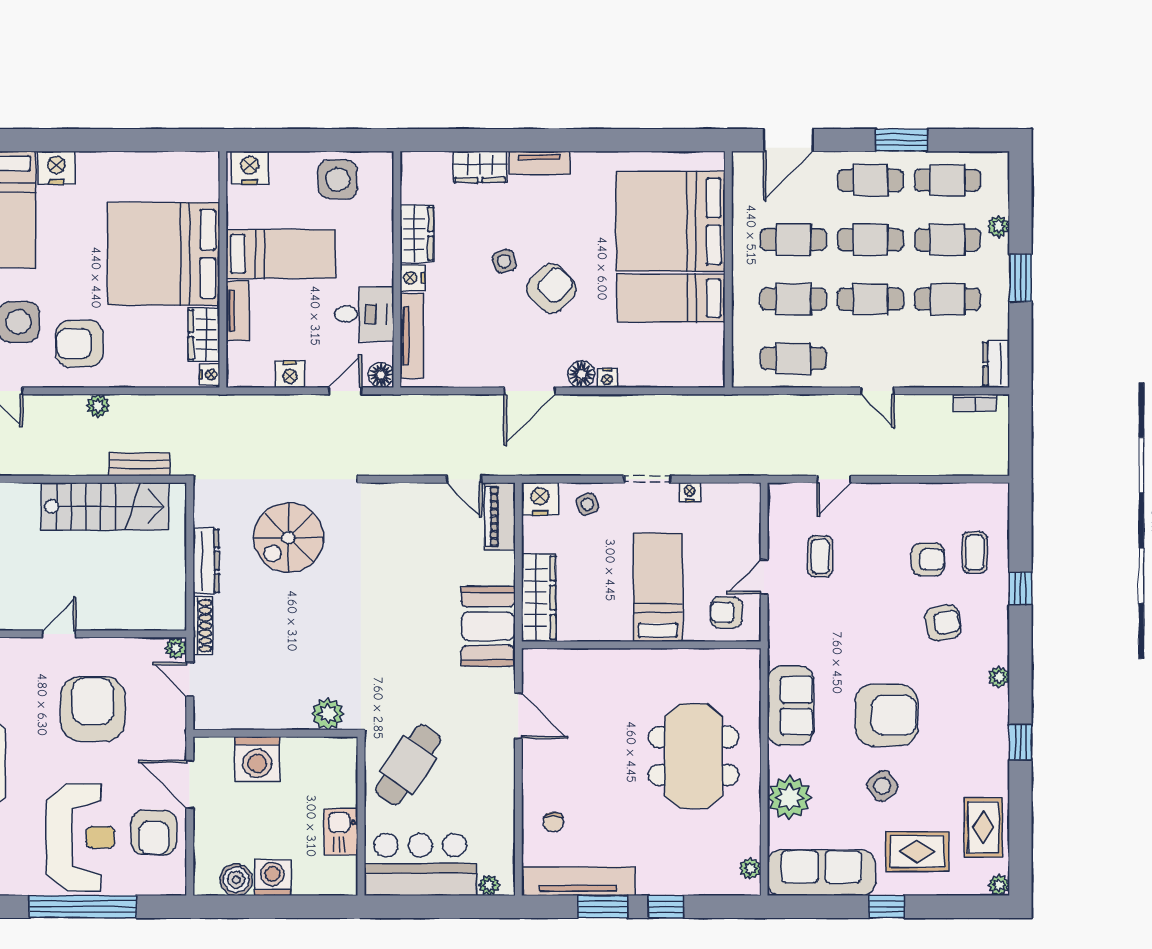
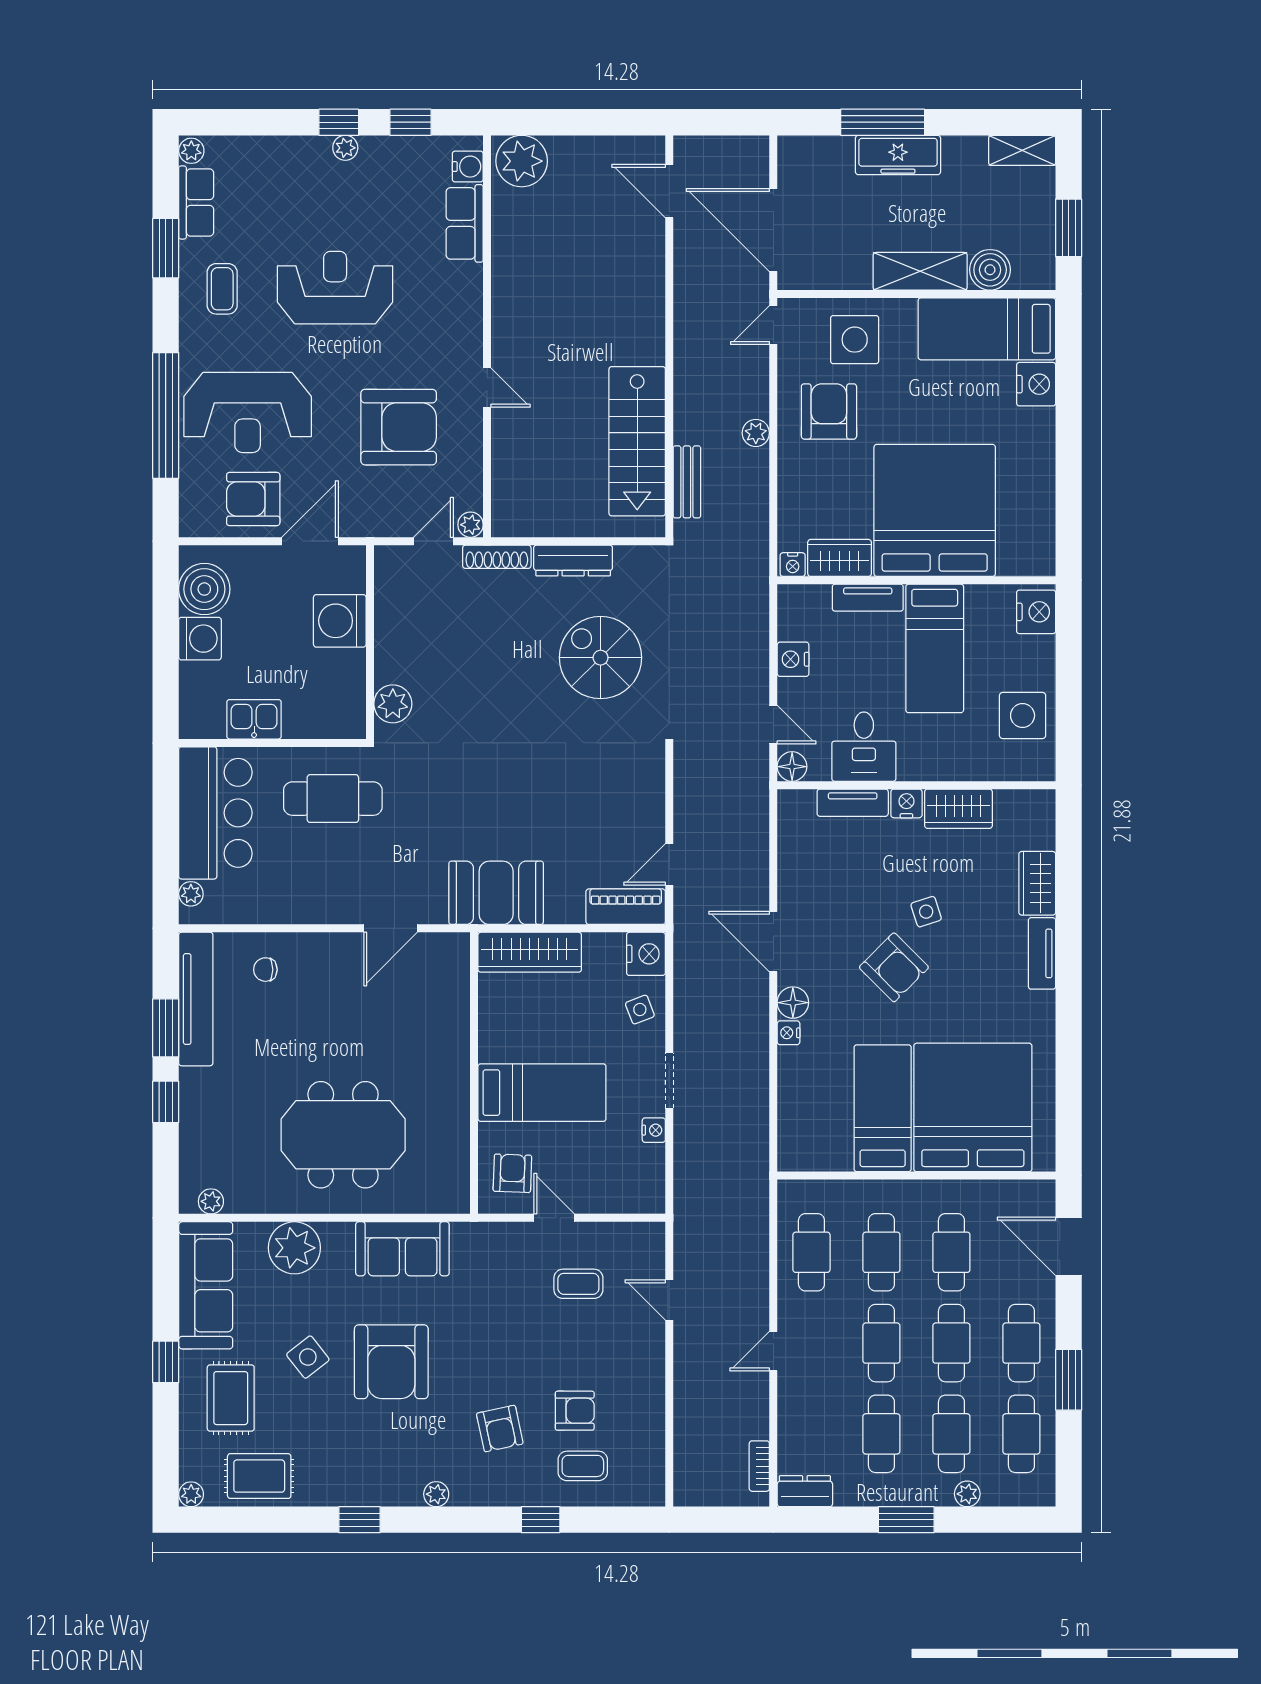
tv unit: (412, 336) -> (853, 803), width x0.71
armchair: (928, 559) -> (575, 1411), turned -90
cafe table: (408, 765) -> (333, 799), turned -34
boiler: (236, 880) -> (204, 589), width x1.37, depth x1.37

